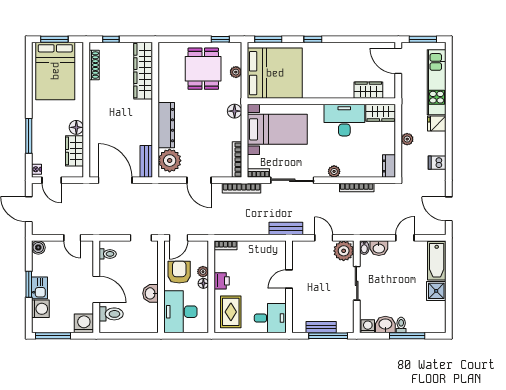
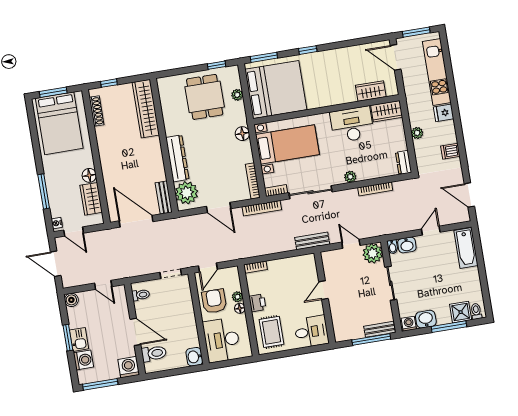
shower: (436, 291) -> (461, 312), moved
washbasin: (151, 293) -> (194, 357), moved
toilet: (401, 325) -> (476, 311), moved
bench: (321, 327) -> (380, 329), moved

